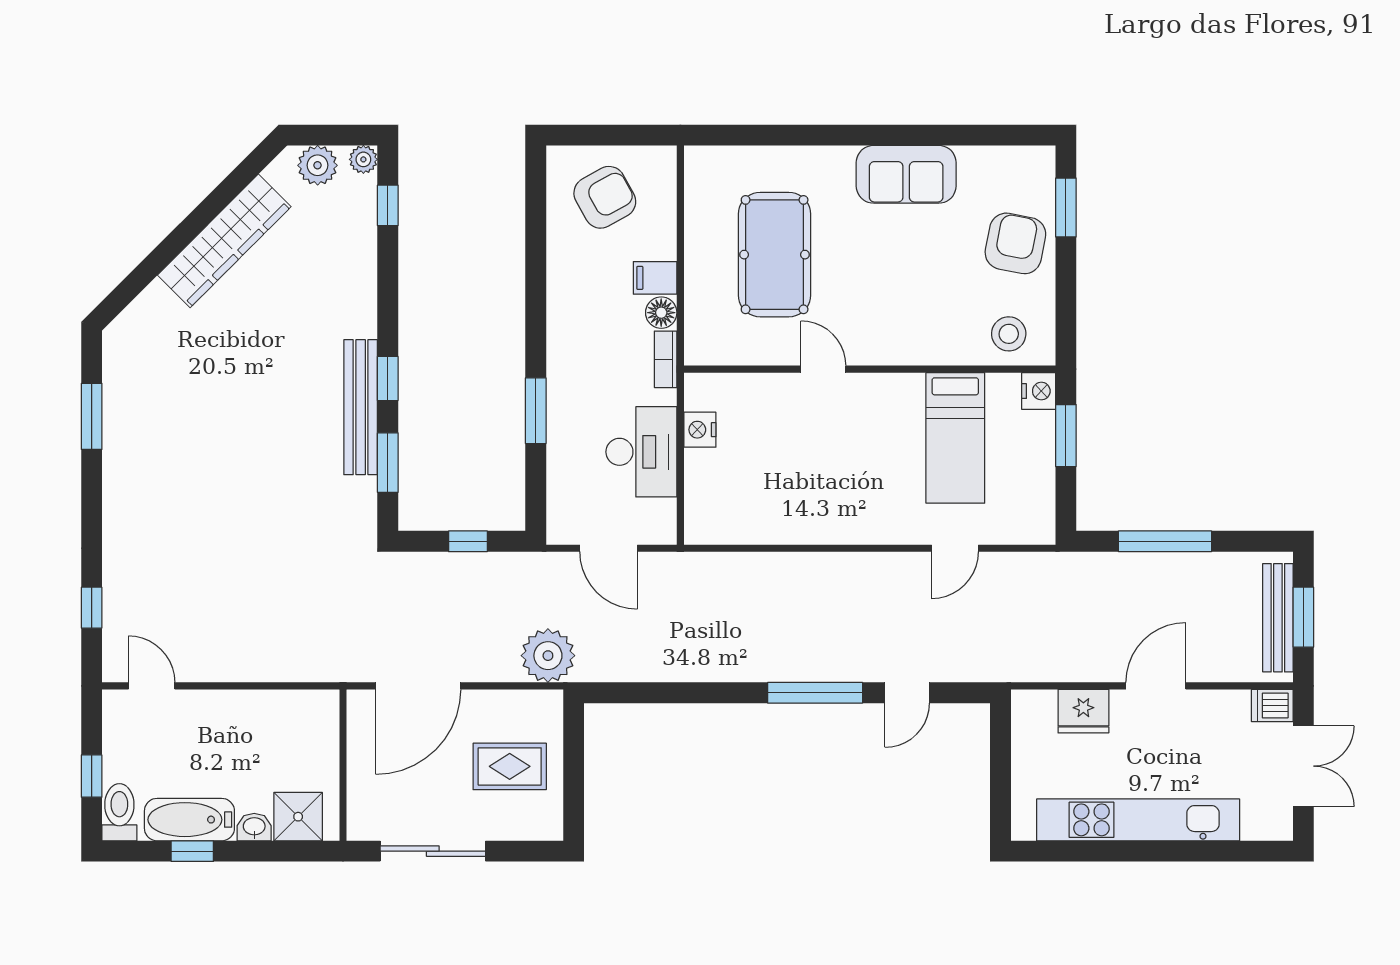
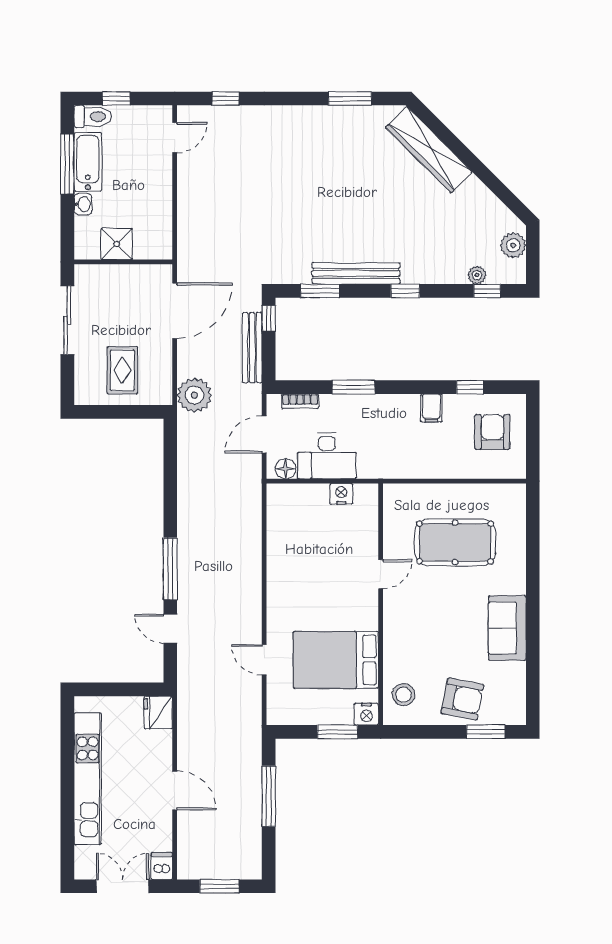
plant: (363, 159) -> (477, 275), moved
armchair: (605, 197) -> (492, 432), turned -151
window: (536, 232) -> (470, 387), added
wardrobe: (224, 241) -> (429, 150), moved
filing cabinet: (655, 278) -> (431, 408), moved, turned 180
floor lamp: (661, 313) -> (286, 469), moved
bookcase: (666, 359) -> (300, 401), moved, turned 180
window: (388, 379) -> (405, 291), moved
bed: (955, 438) -> (336, 660), width x1.50
window: (468, 541) -> (269, 318), moved
bench: (1278, 618) -> (252, 348), moved, turned 90
door: (418, 686) -> (175, 311), swing flipped
fridge: (1083, 711) -> (158, 712), moved
double door: (1303, 766) -> (123, 886), swing flipped
shower: (298, 817) -> (117, 244), moved
window: (192, 851) -> (67, 164), width x2.17

